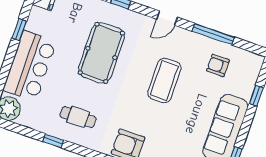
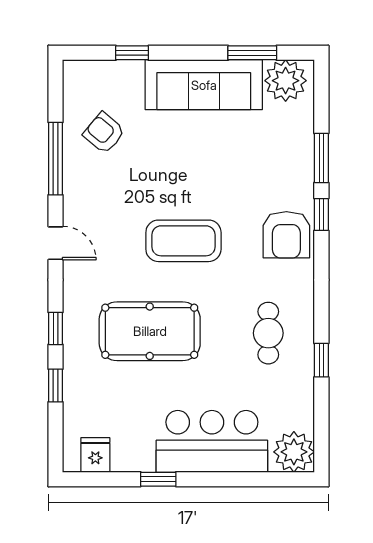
armchair: (218, 65) -> (104, 133), turned 130
coffee table: (164, 81) -> (183, 241), moved

